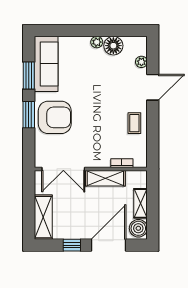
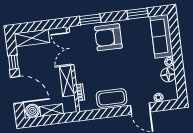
sofa: (46, 64) -> (161, 36), moved, turned 90
window: (29, 115) -> (90, 19), moved
armchair: (55, 117) -> (108, 37), turned 90
coffee table: (134, 123) -> (112, 98), width x1.86, depth x1.72

